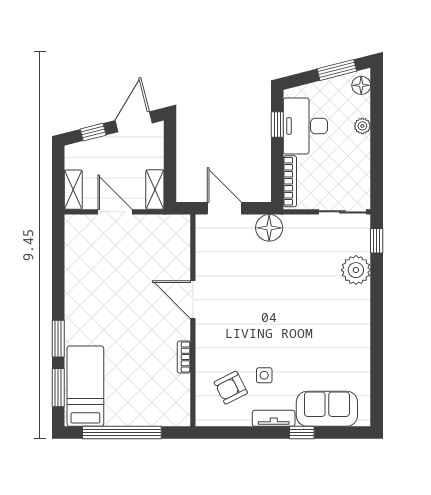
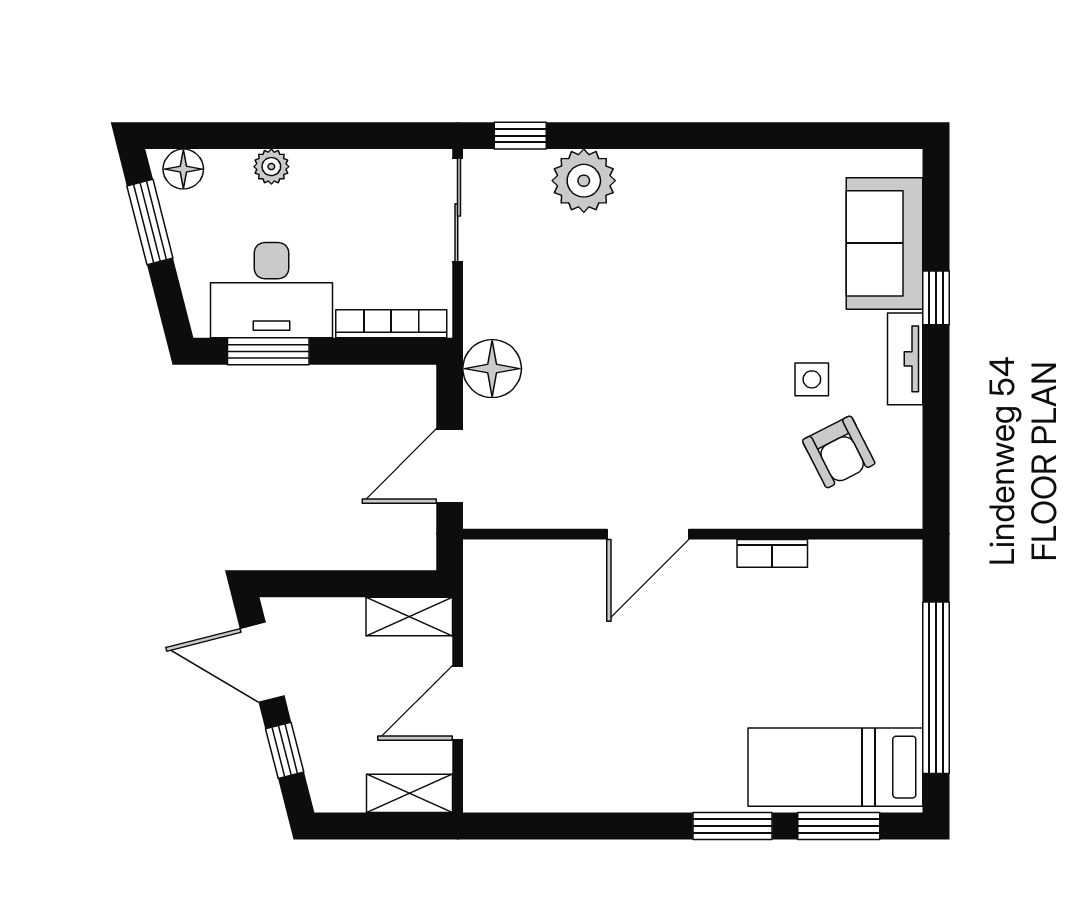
window: (277, 125) -> (268, 351), width x1.50

